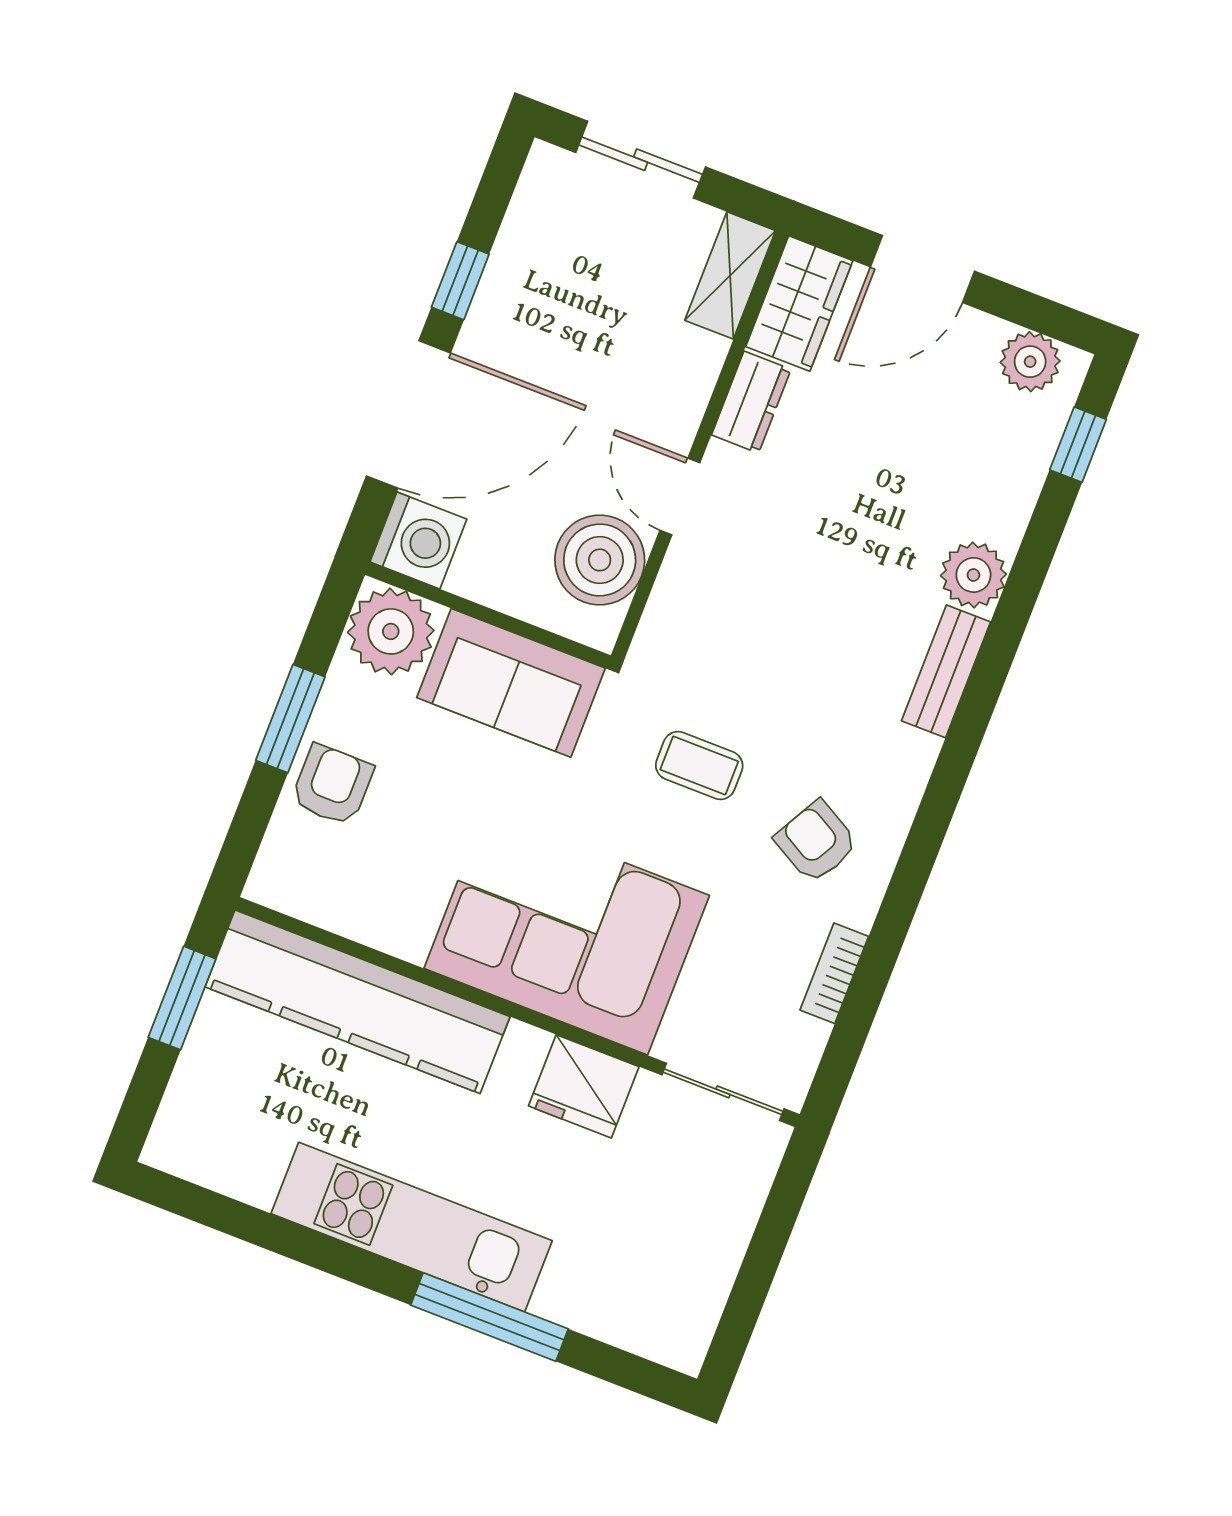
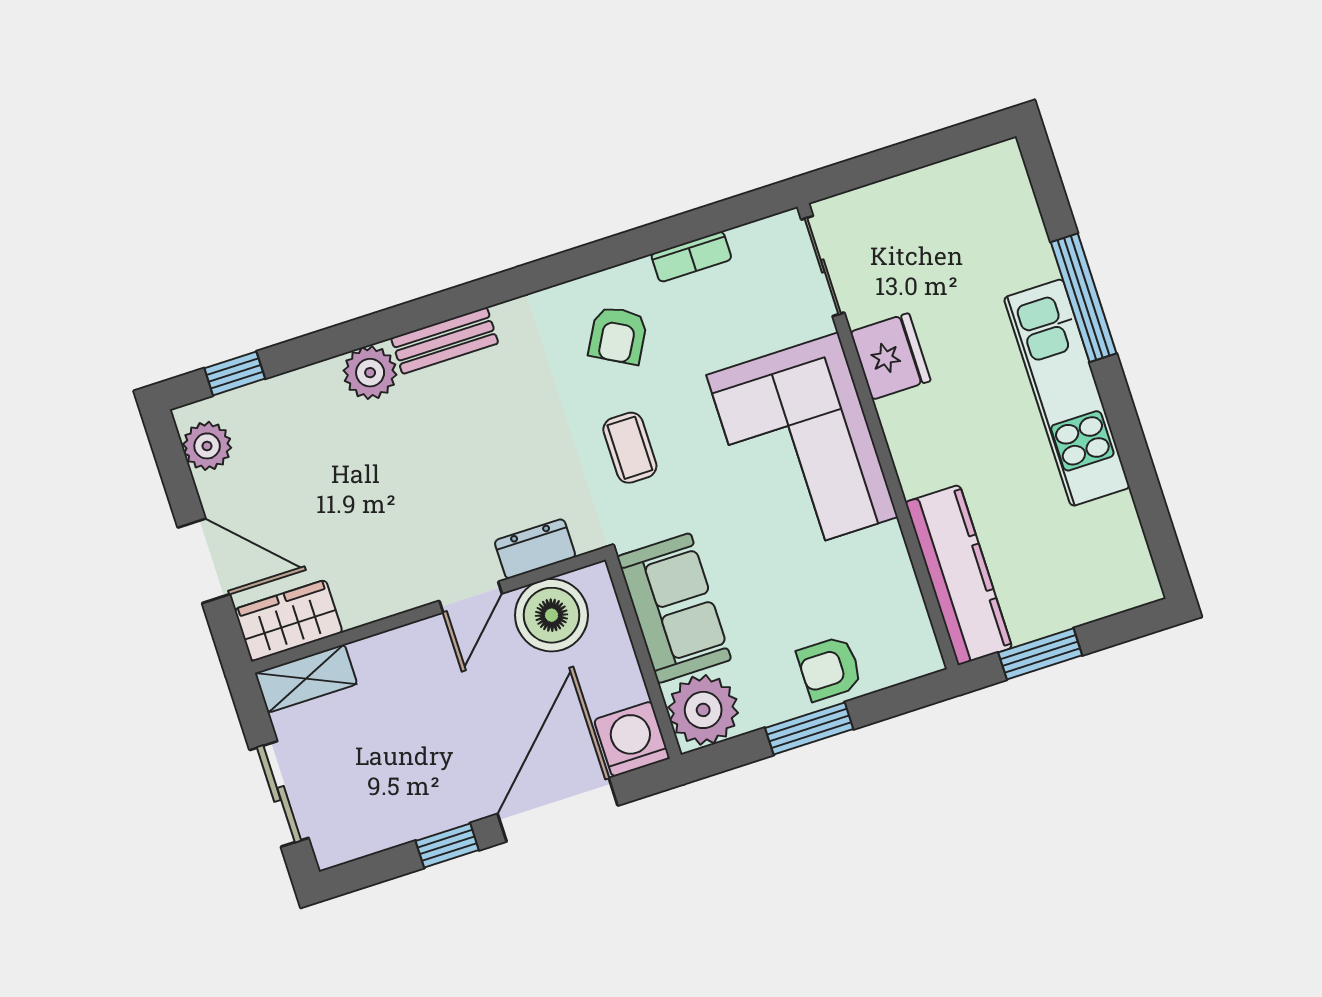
dresser: (751, 402) -> (535, 549), moved
door: (408, 414) -> (558, 810), hinge flipped
kitchen counter: (358, 1002) -> (959, 575), width x0.72, depth x0.86

